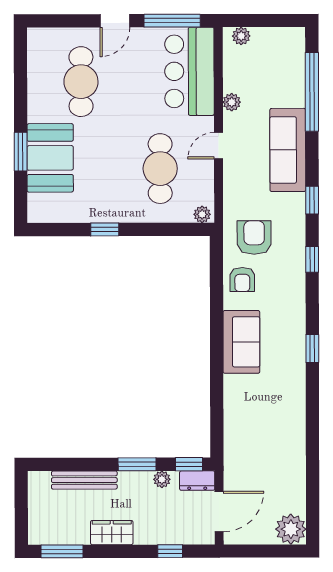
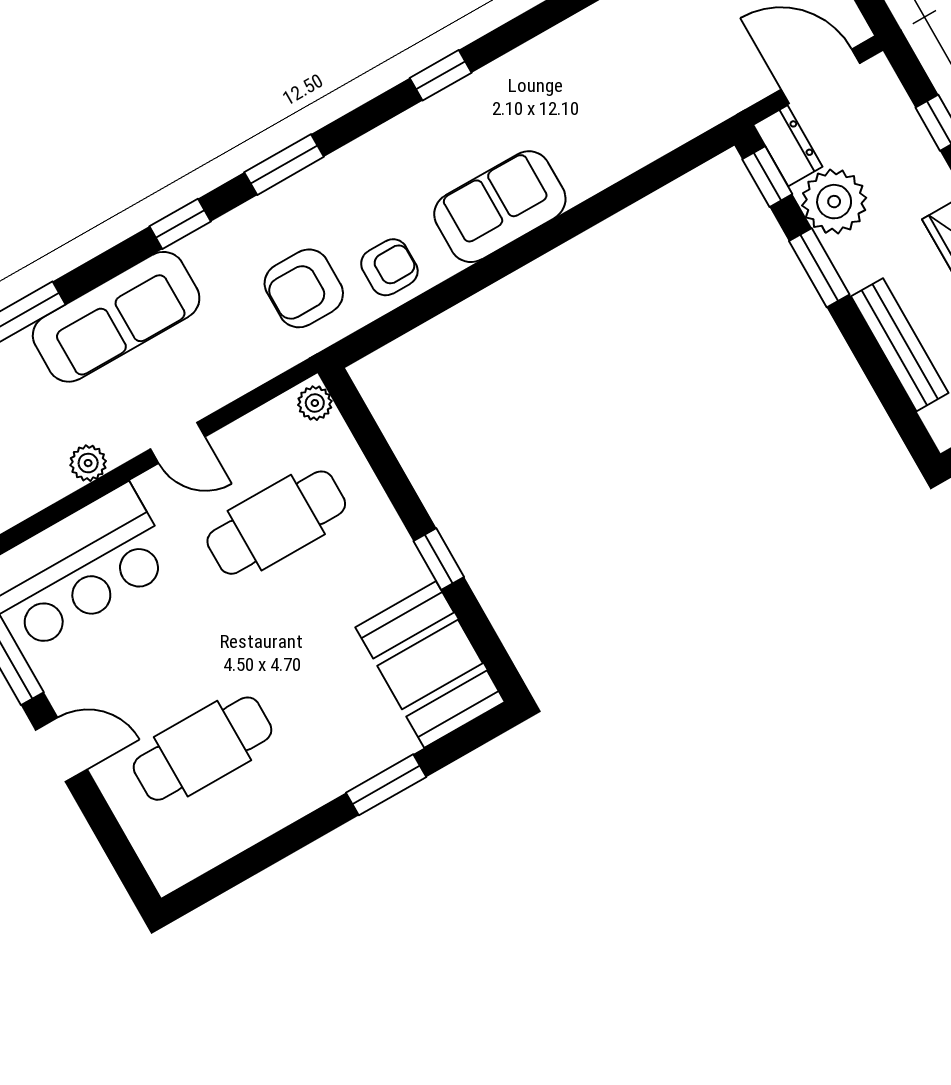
booth: (50, 158) -> (430, 665), moved, turned 90
window: (312, 259) -> (284, 165), width x1.50
plant: (162, 479) -> (834, 202), width x1.88, depth x1.88

